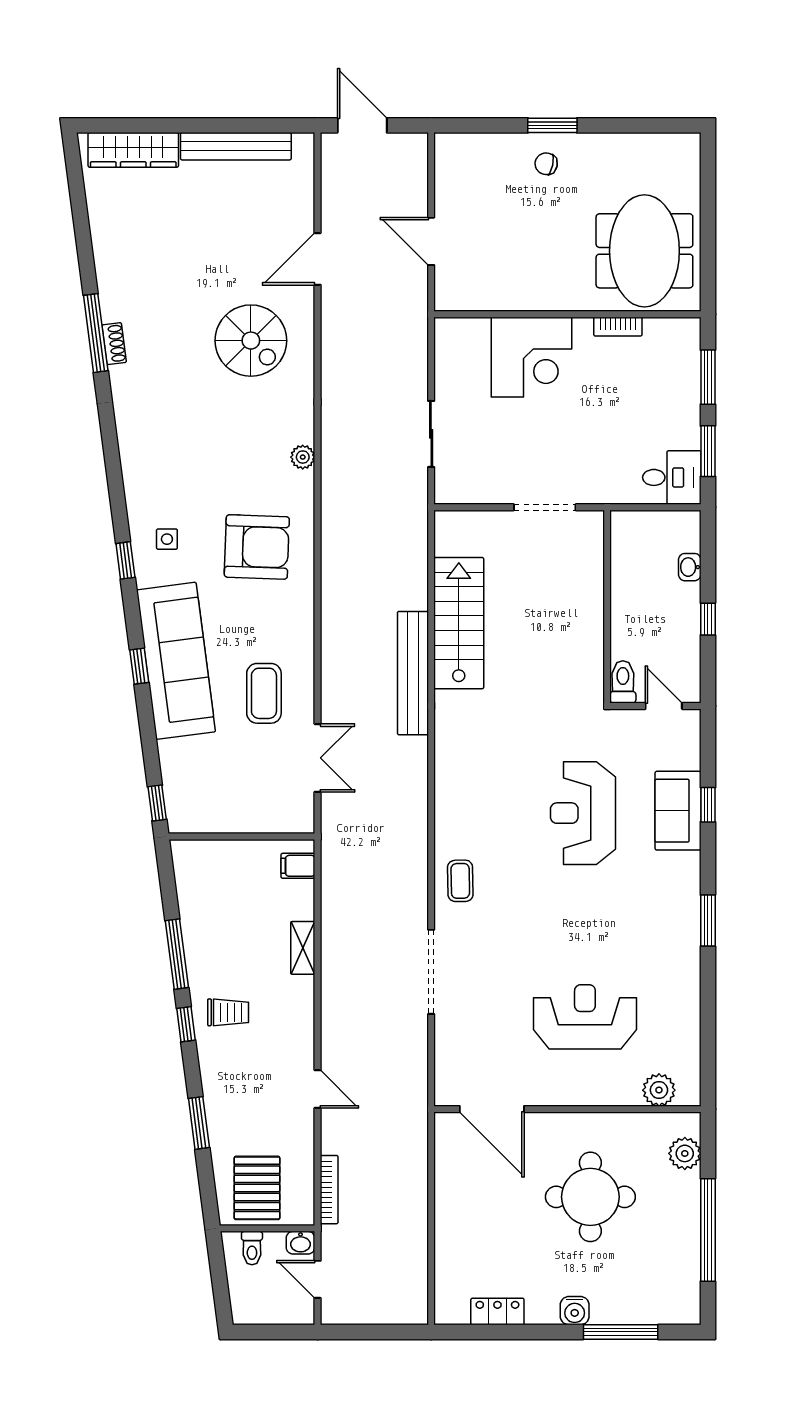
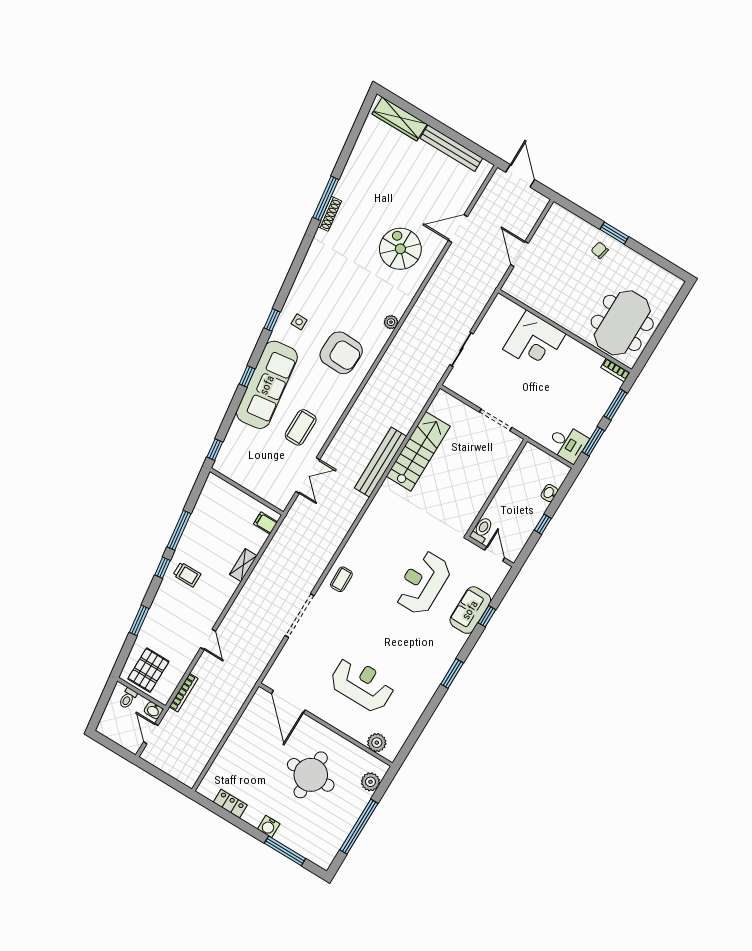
bookcase: (618, 327) -> (615, 370), moved
spiral stairs: (251, 341) -> (400, 249), turned 180
shoe rack: (114, 344) -> (330, 214), width x1.43

